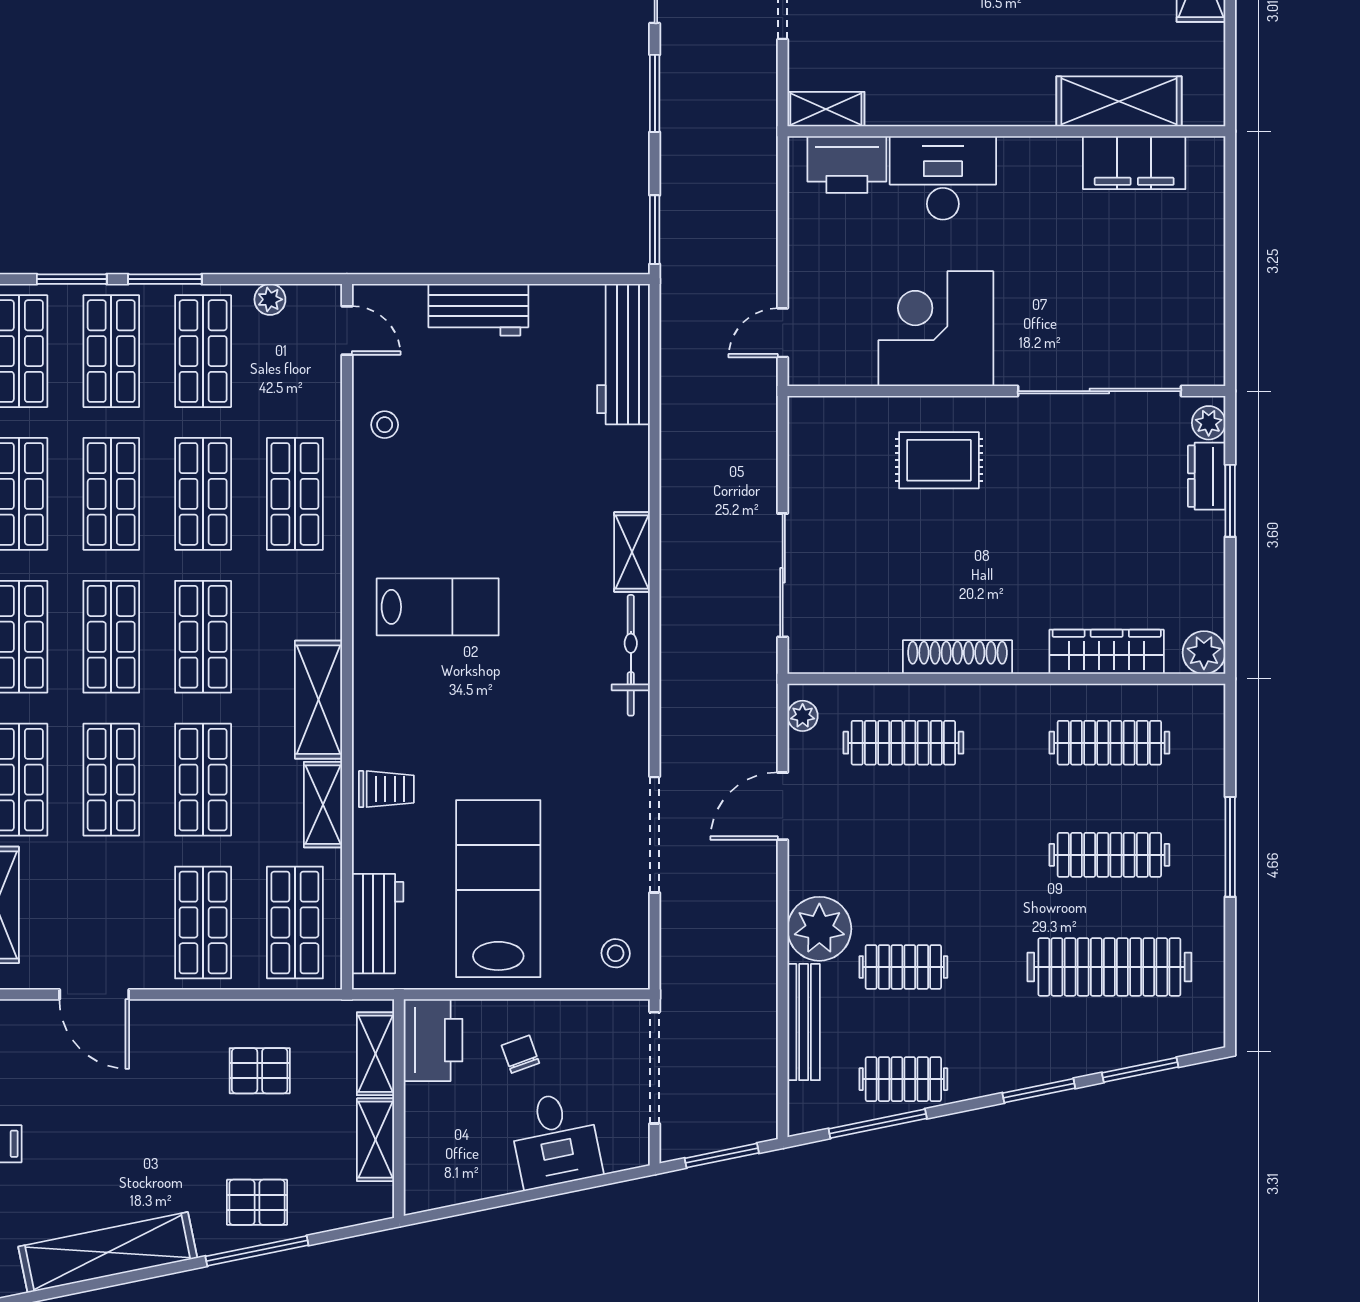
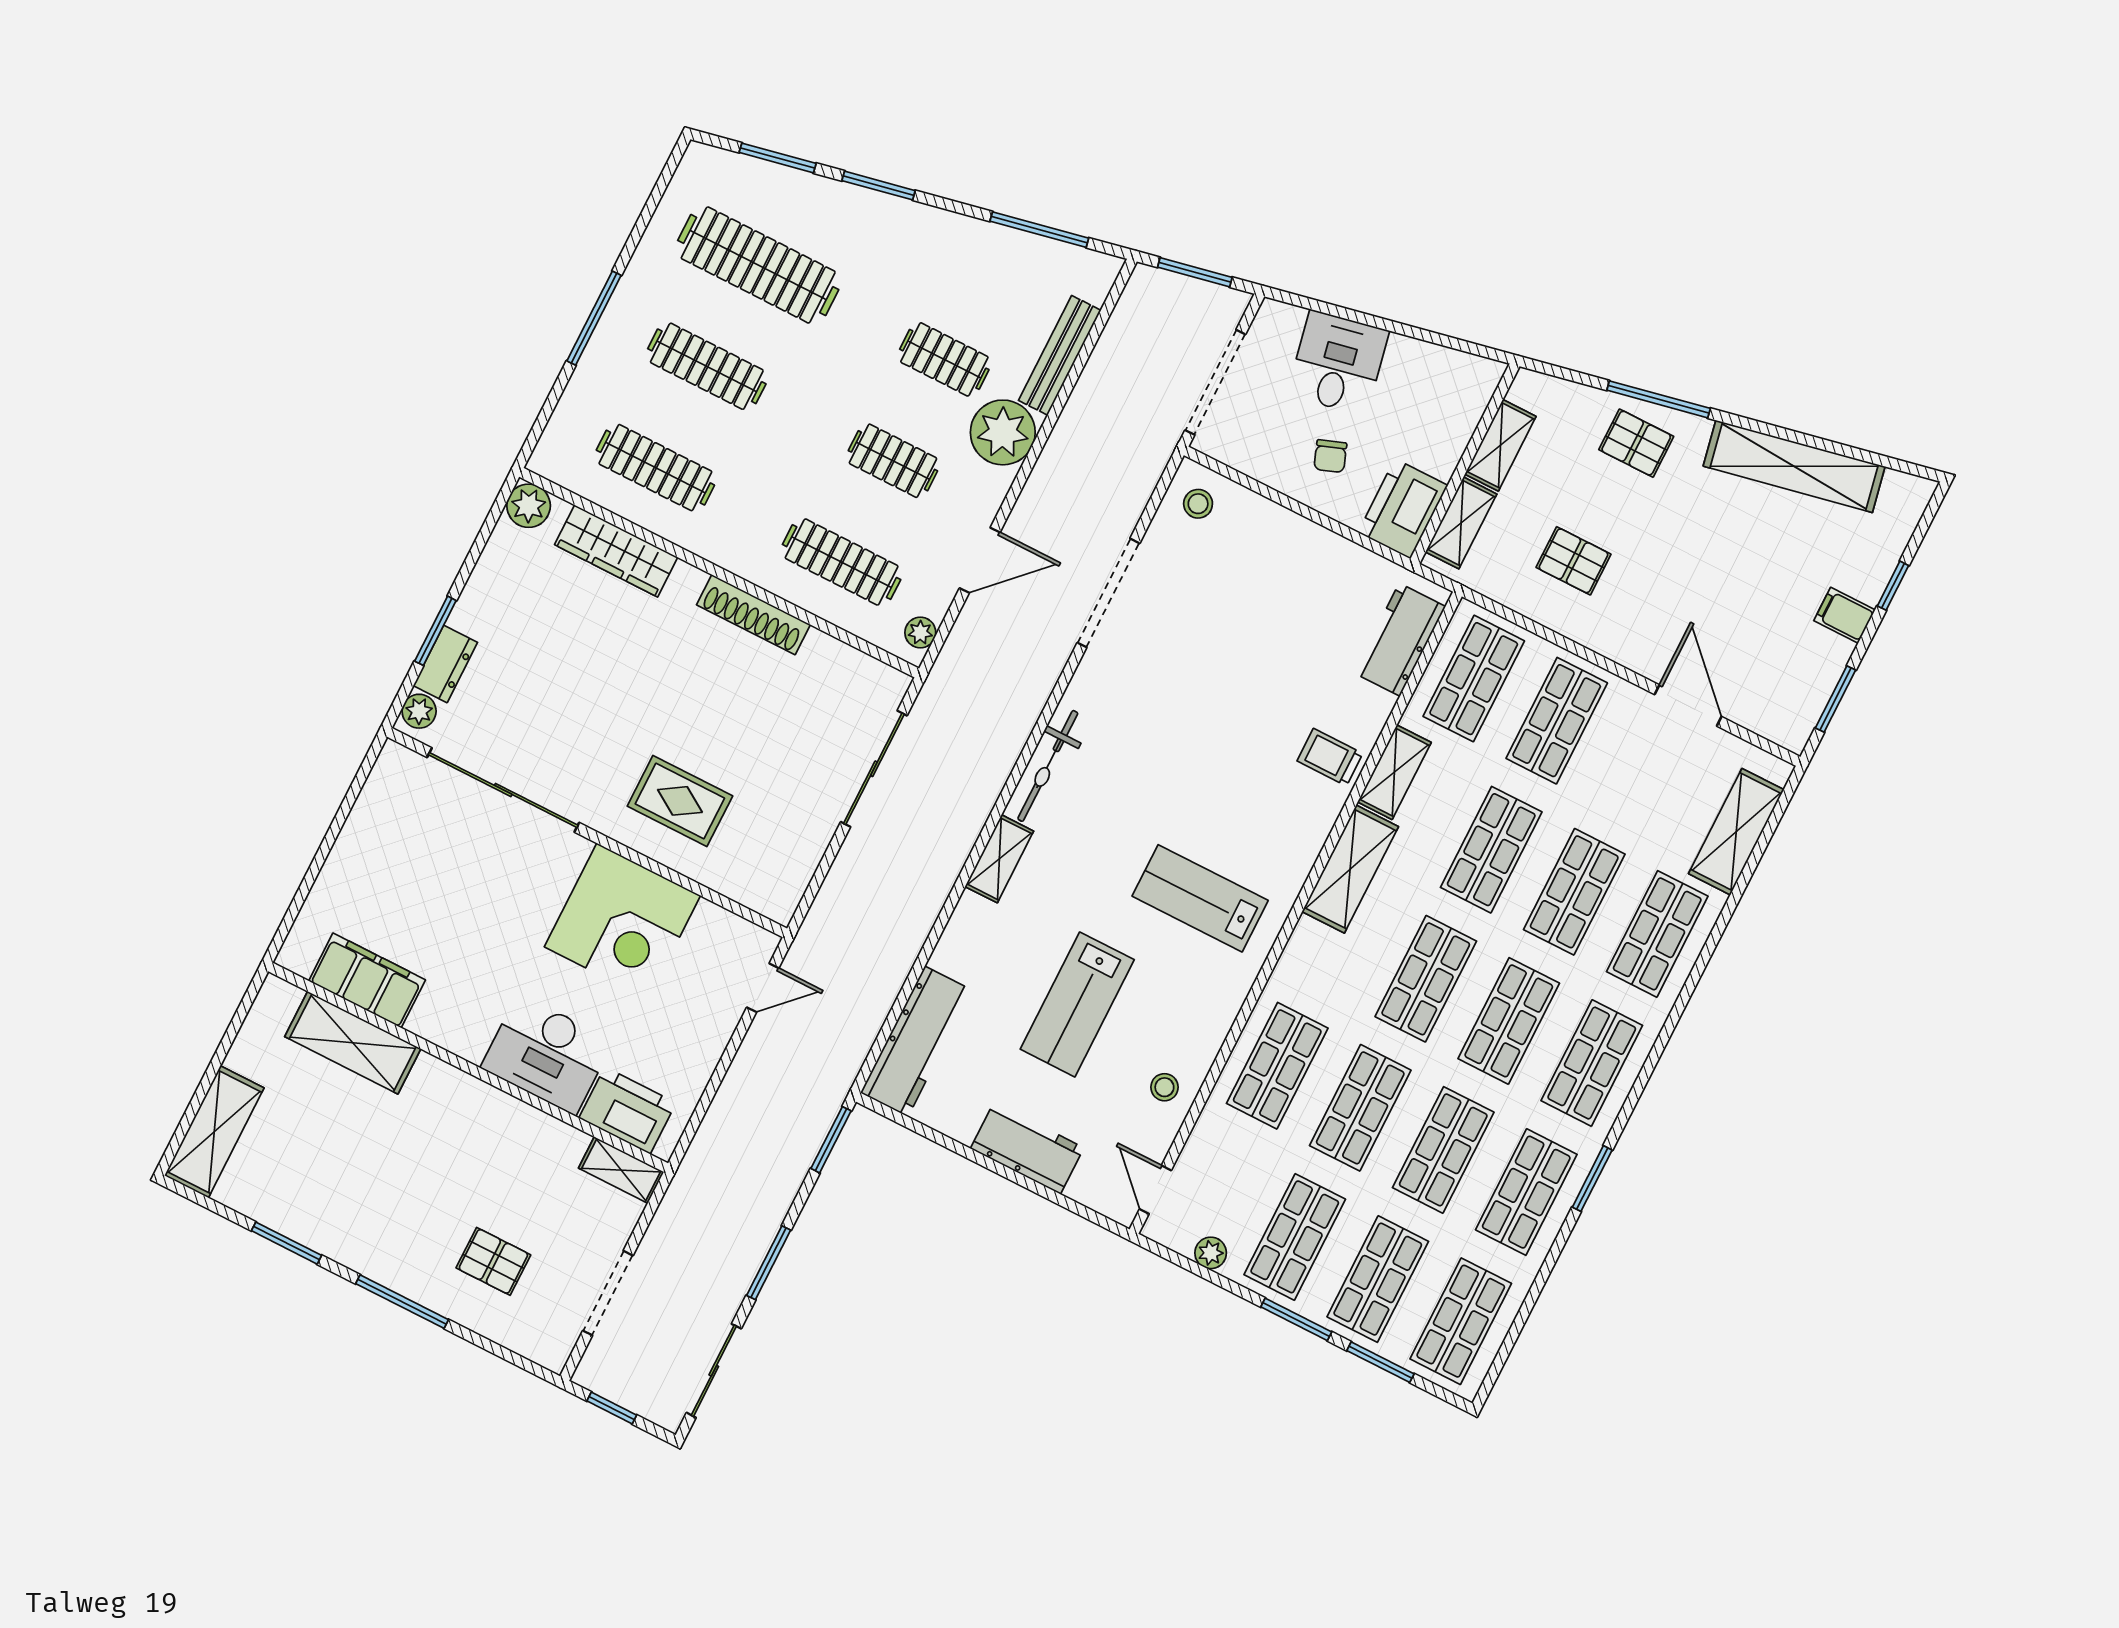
lab bench: (498, 889) -> (1077, 1004), moved, width x0.73, depth x0.72
clothes rail: (903, 1079) -> (893, 461), moved

